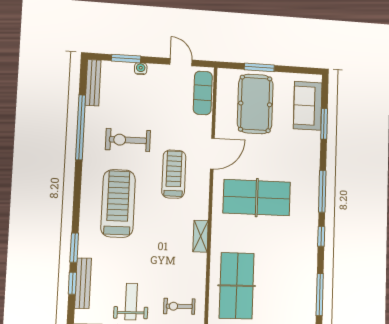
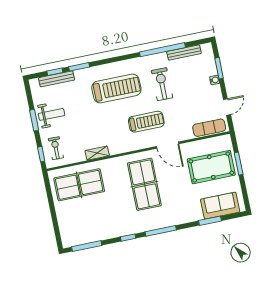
bench: (93, 83) -> (184, 52), moved
shelving: (201, 236) -> (97, 153), moved

